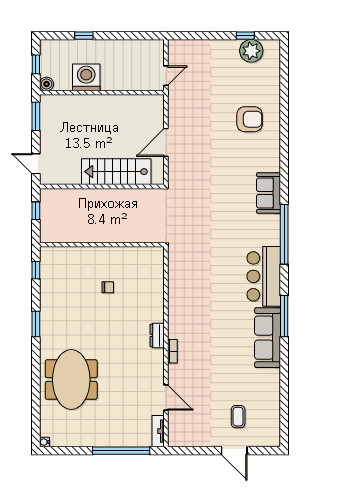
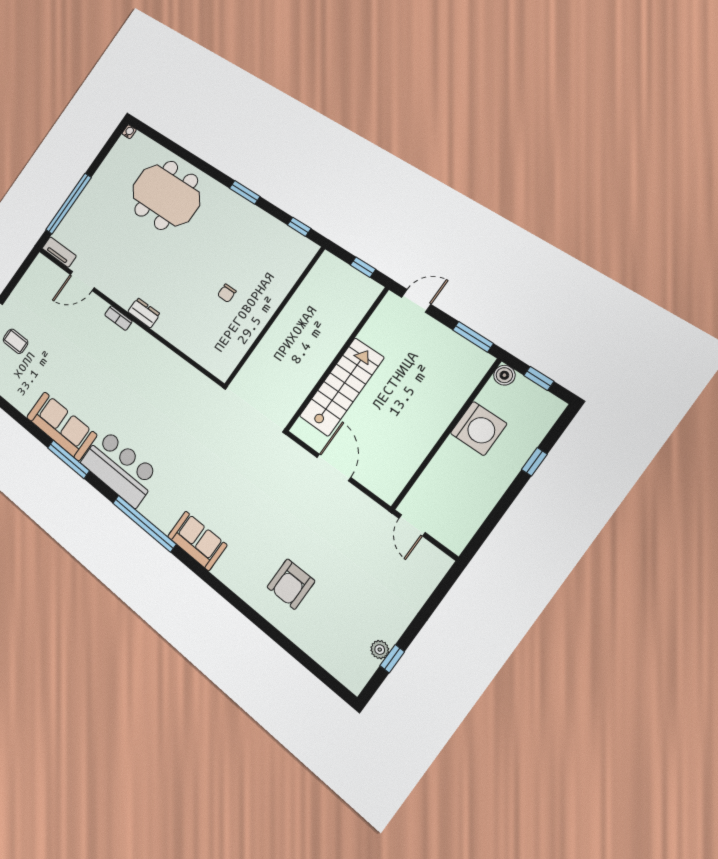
plant: (251, 51) -> (380, 650), width x0.53, depth x0.53

